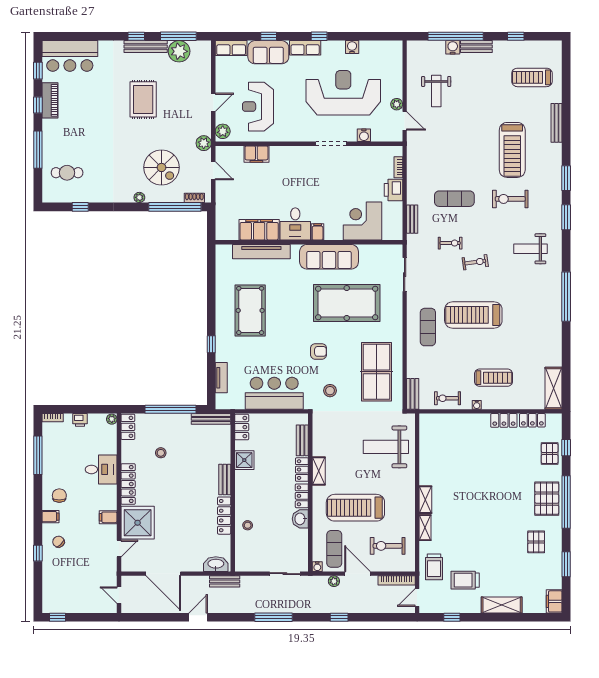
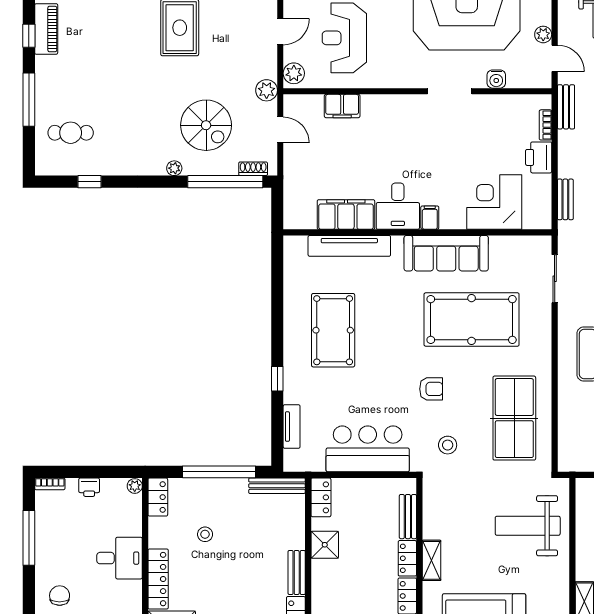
bench: (413, 394) -> (566, 107), moved

